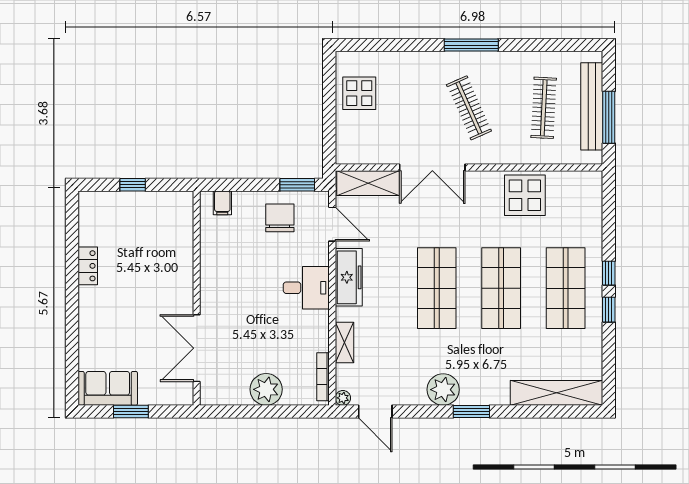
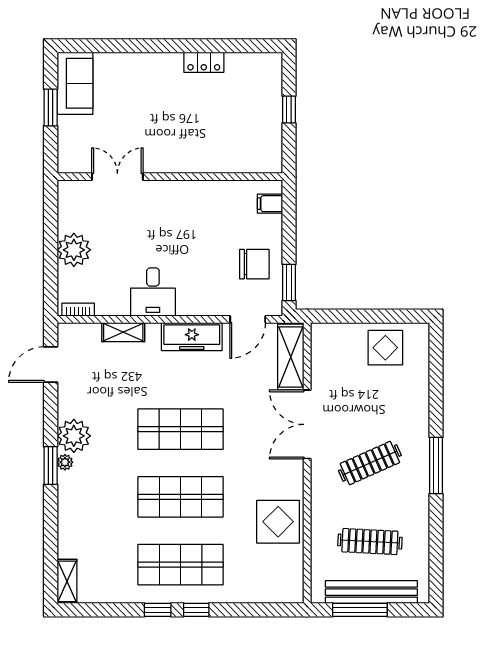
desk: (306, 288) -> (153, 292), moved
double door: (197, 348) -> (117, 177), width x0.73
bookcase: (323, 377) -> (78, 310), width x0.64
shelving: (556, 393) -> (67, 581), width x0.45, depth x0.75
plant: (343, 398) -> (65, 462), moved

